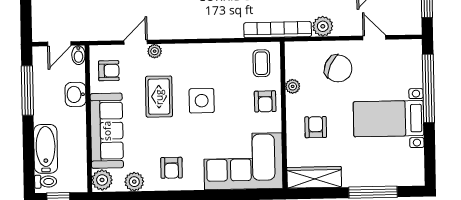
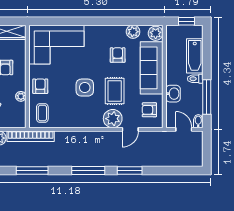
door: (59, 44) -> (184, 129), hinge flipped
plant: (155, 51) -> (113, 119), width x1.88, depth x1.88
bidet: (78, 55) -> (198, 121), moved
armchair: (171, 168) -> (118, 55), moved
toilet: (46, 182) -> (195, 79), moved

